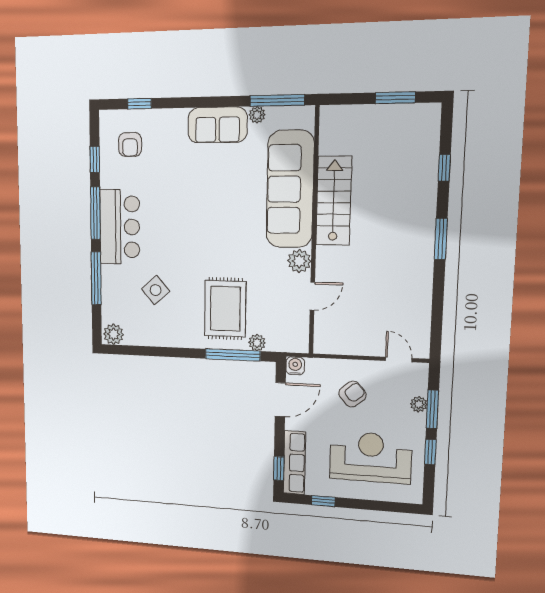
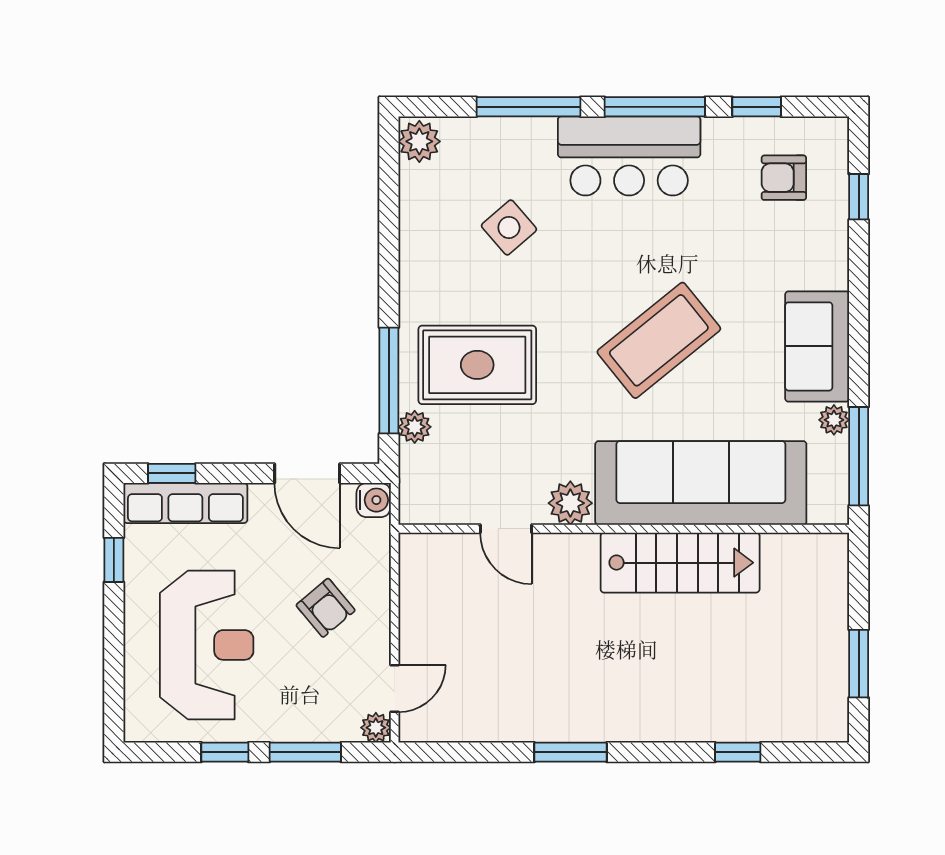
coffee table: (213, 212) -> (659, 340), added
window: (441, 239) -> (571, 752), moved
plant: (419, 404) -> (376, 728), moved

